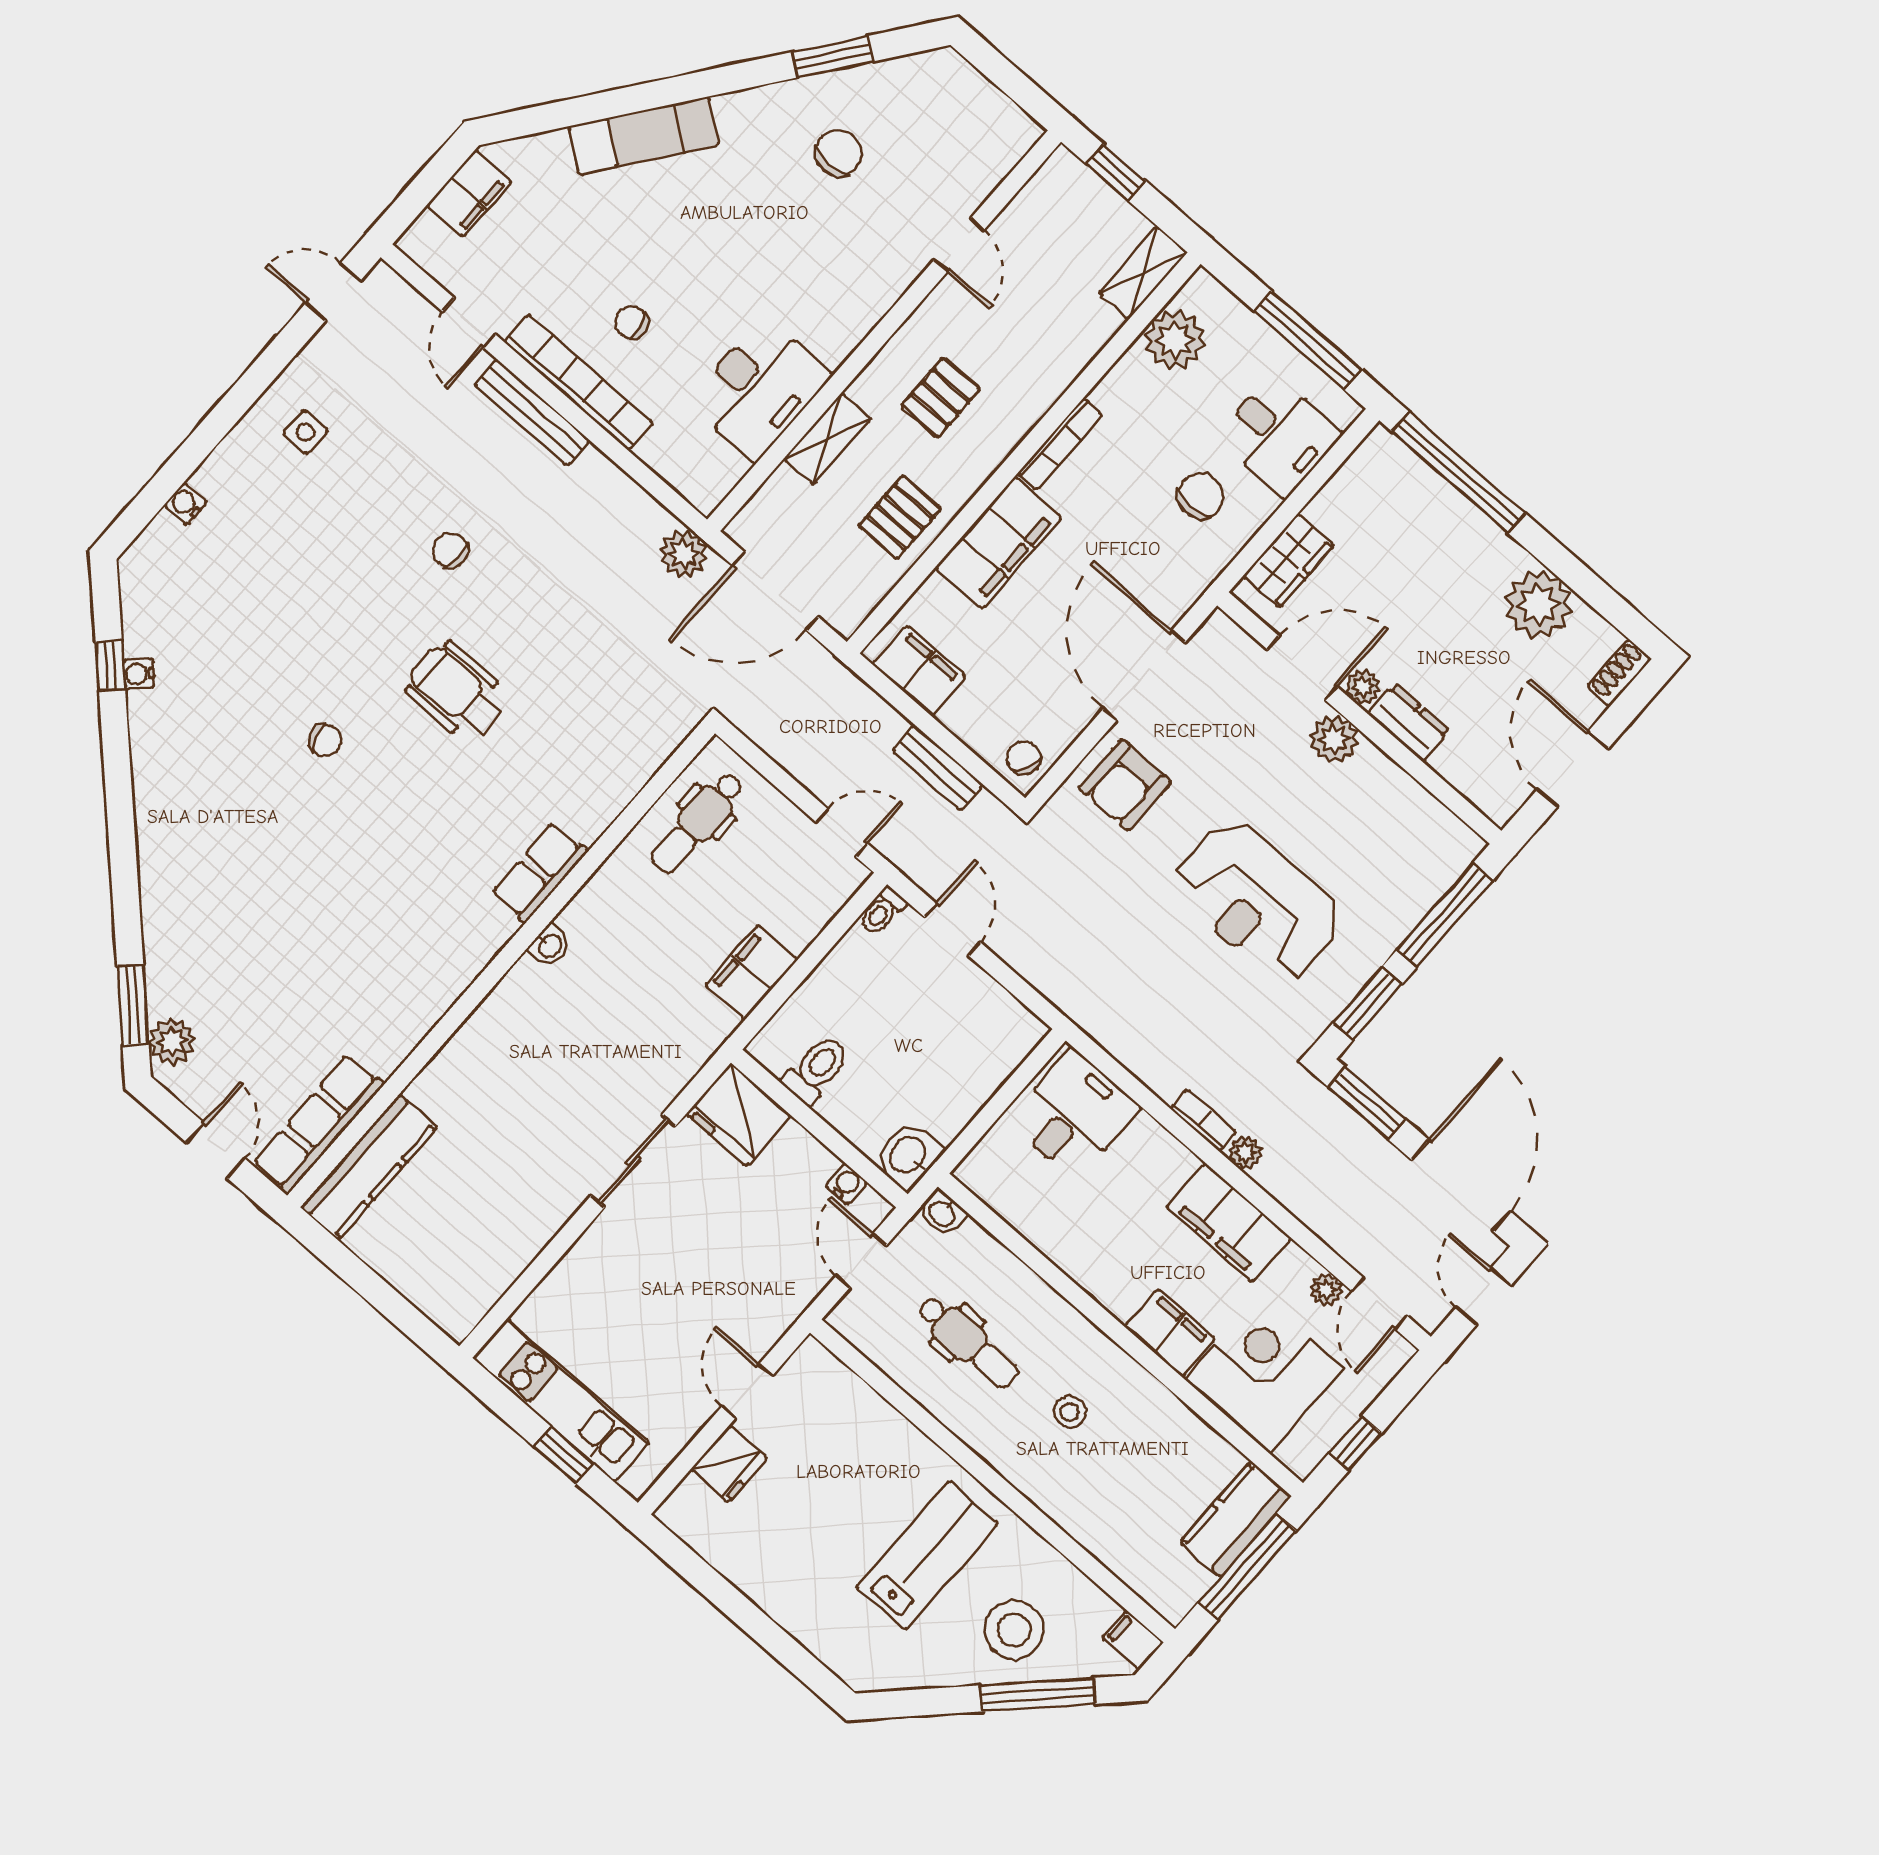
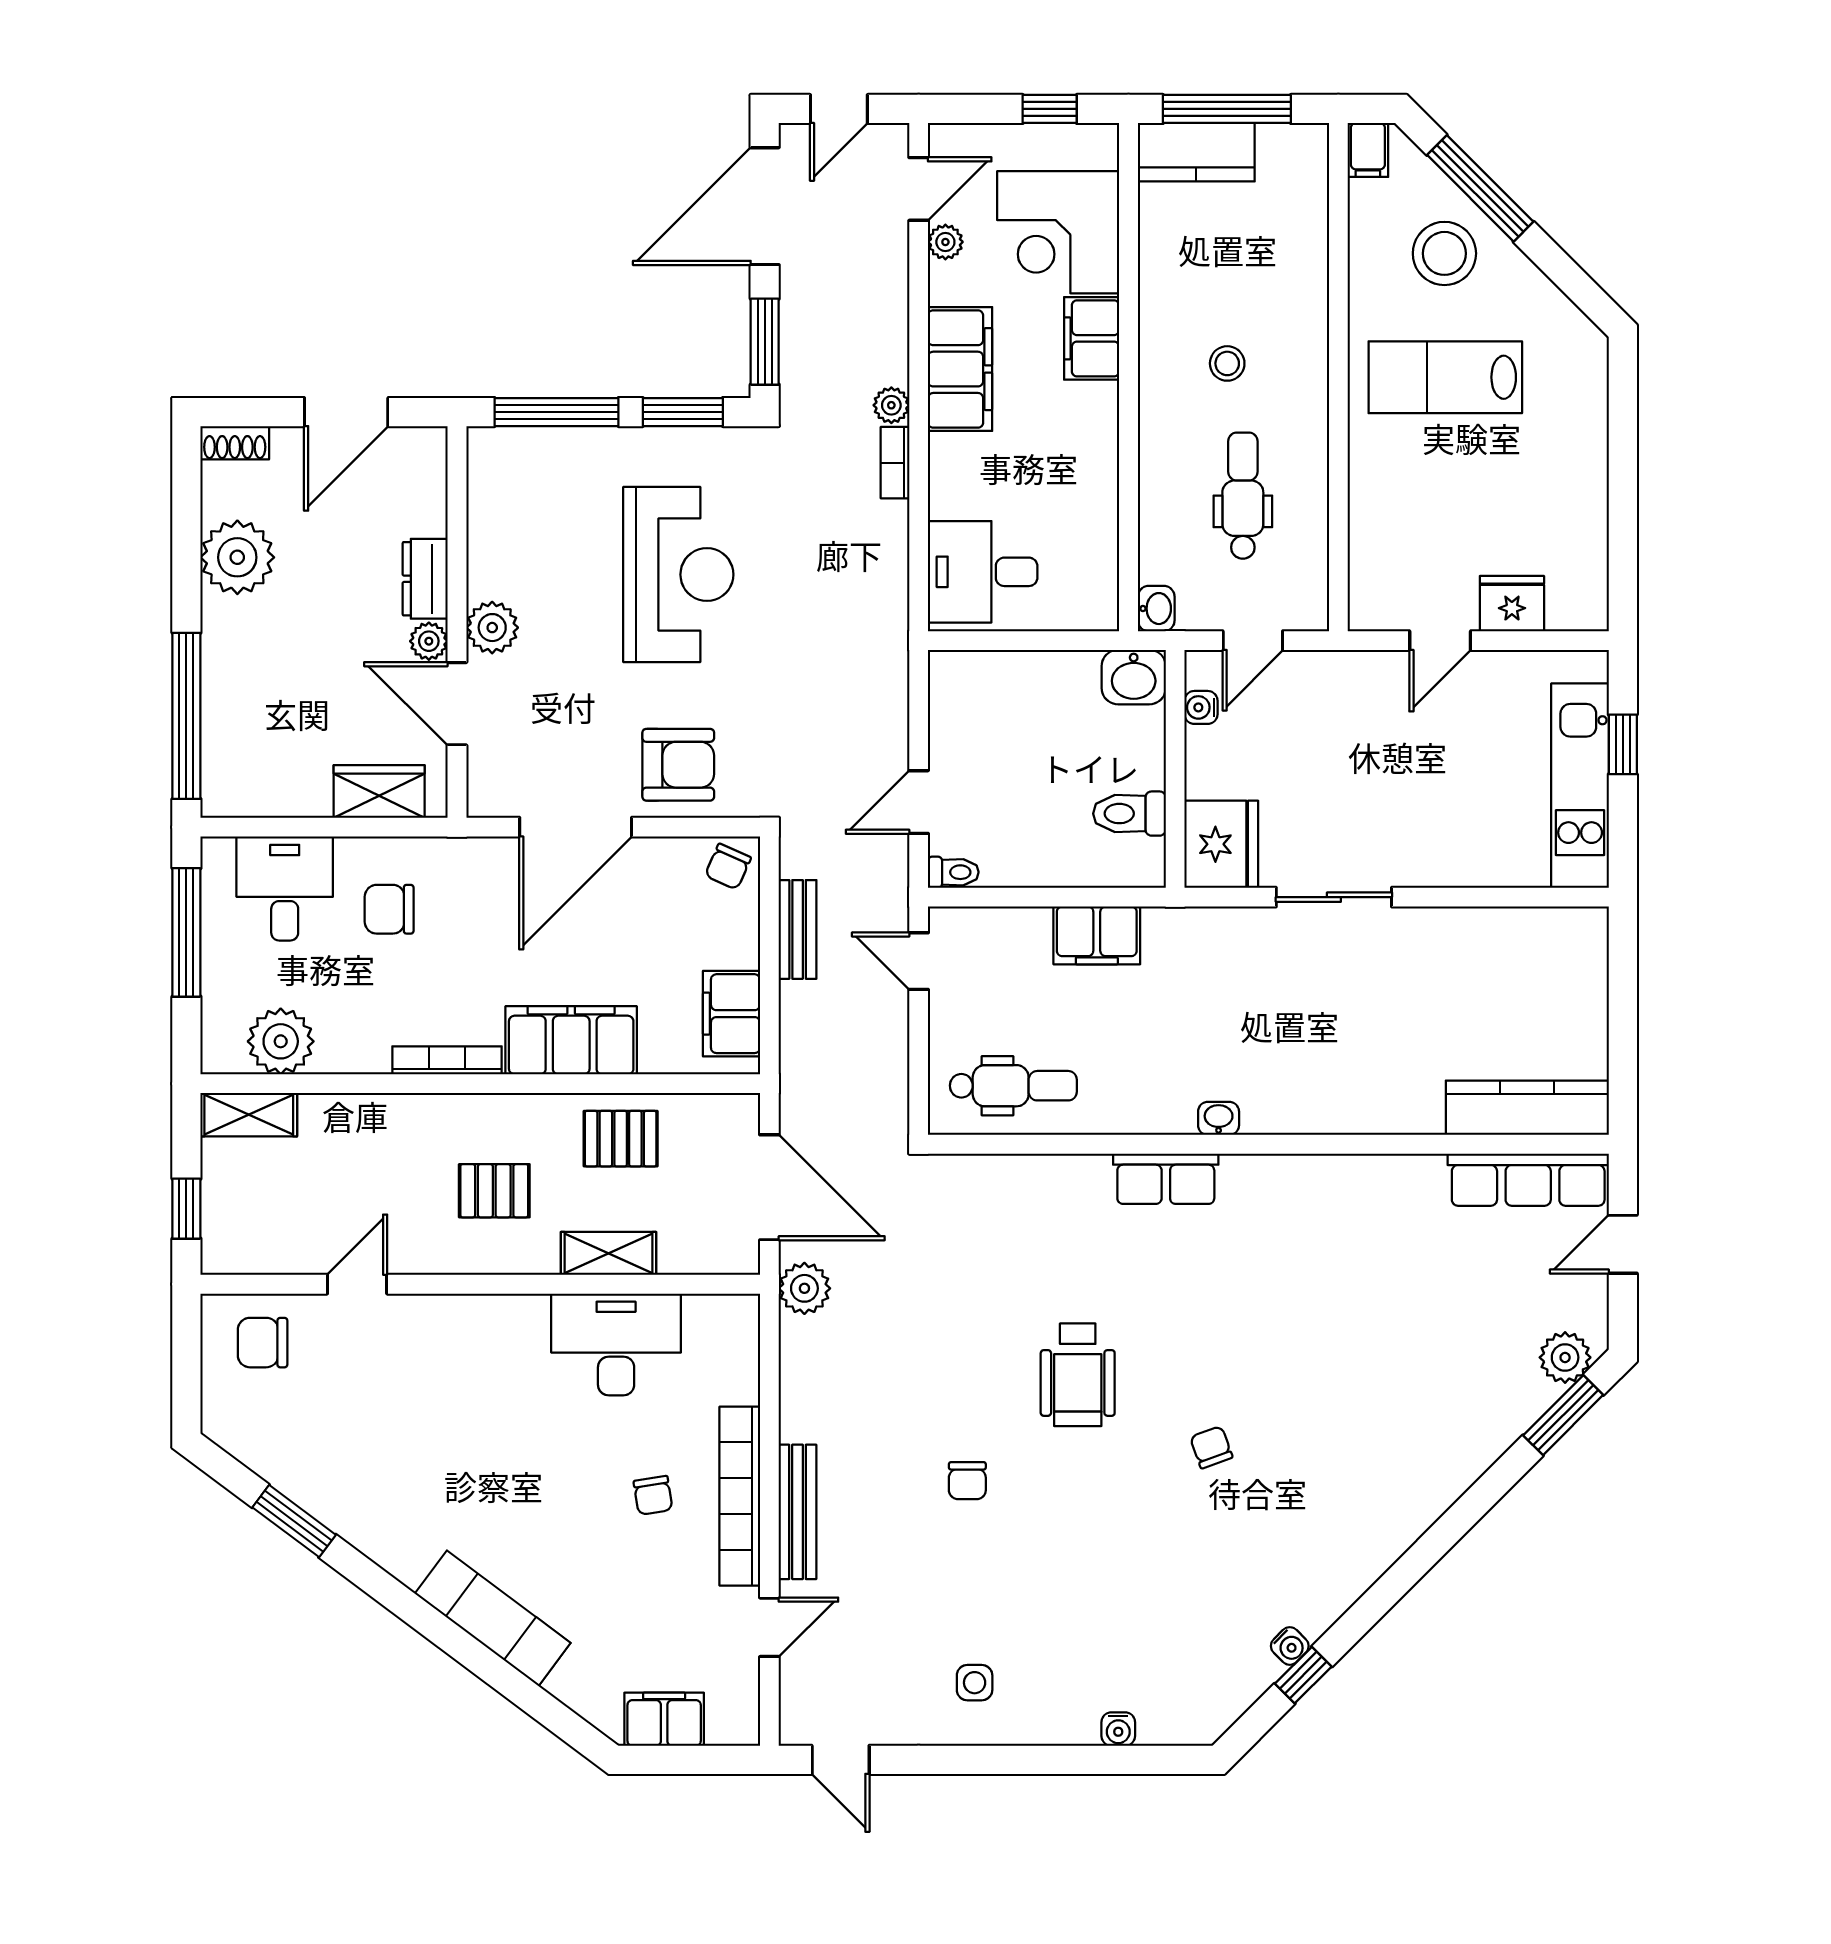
chair: (838, 153) -> (263, 1343), moved

